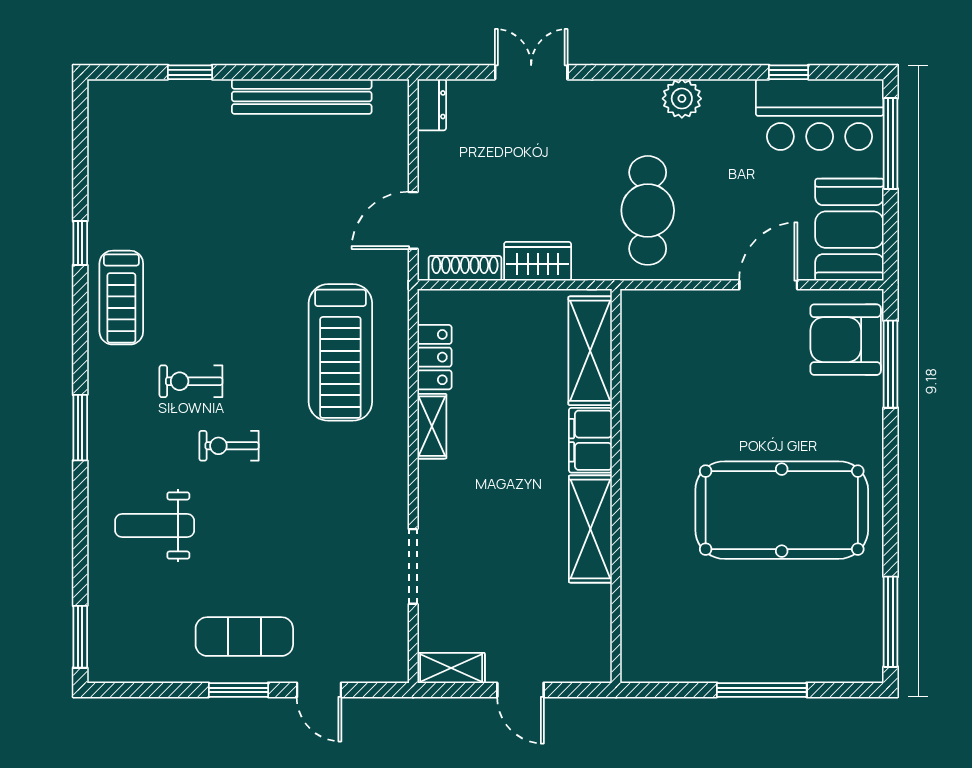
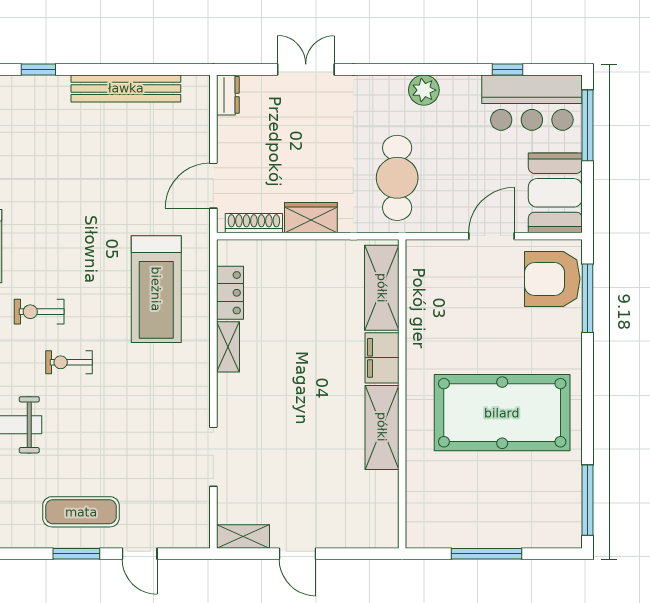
shelving: (590, 351) -> (382, 288), moved
filing cabinet: (590, 440) -> (382, 358), moved
wall: (616, 486) -> (402, 394), moved
shelving: (590, 529) -> (382, 427), moved

